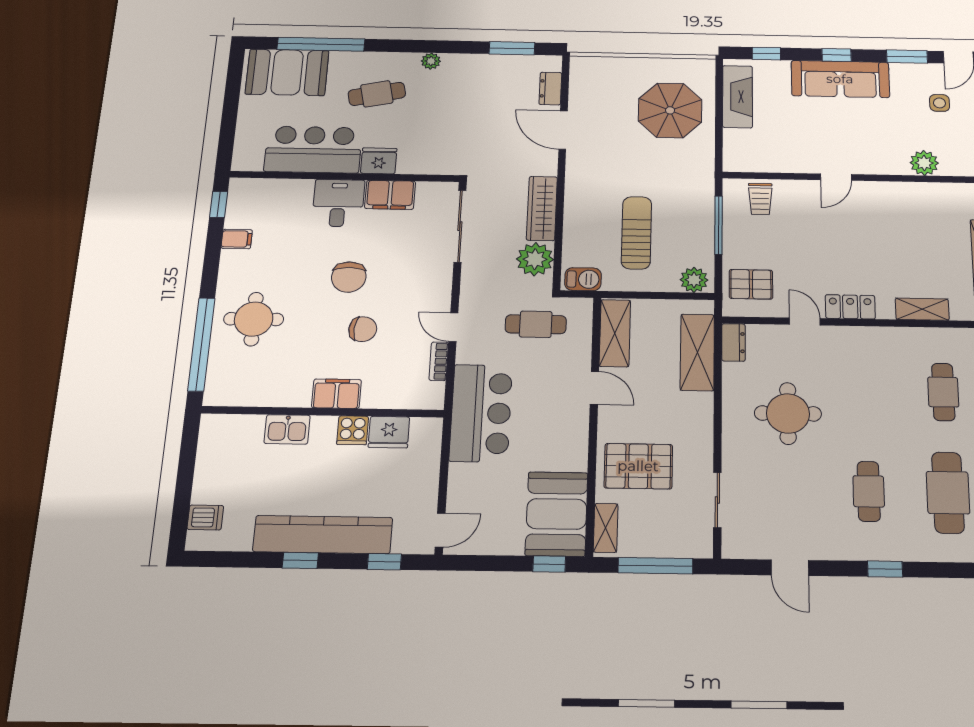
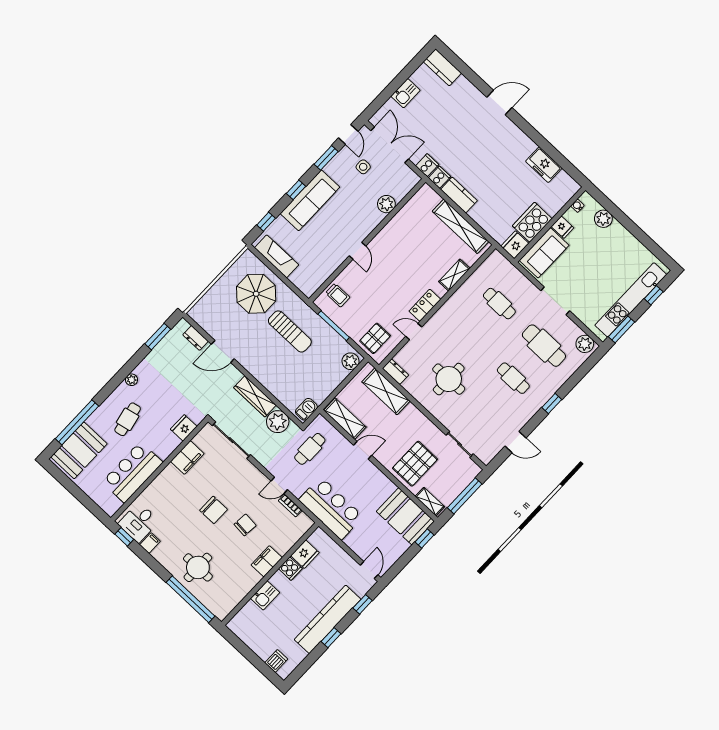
fridge: (379, 161) -> (184, 428), moved
desk: (338, 203) -> (139, 522), moved, turned -90
sun lounger: (636, 233) -> (290, 331), moved, turned 180

